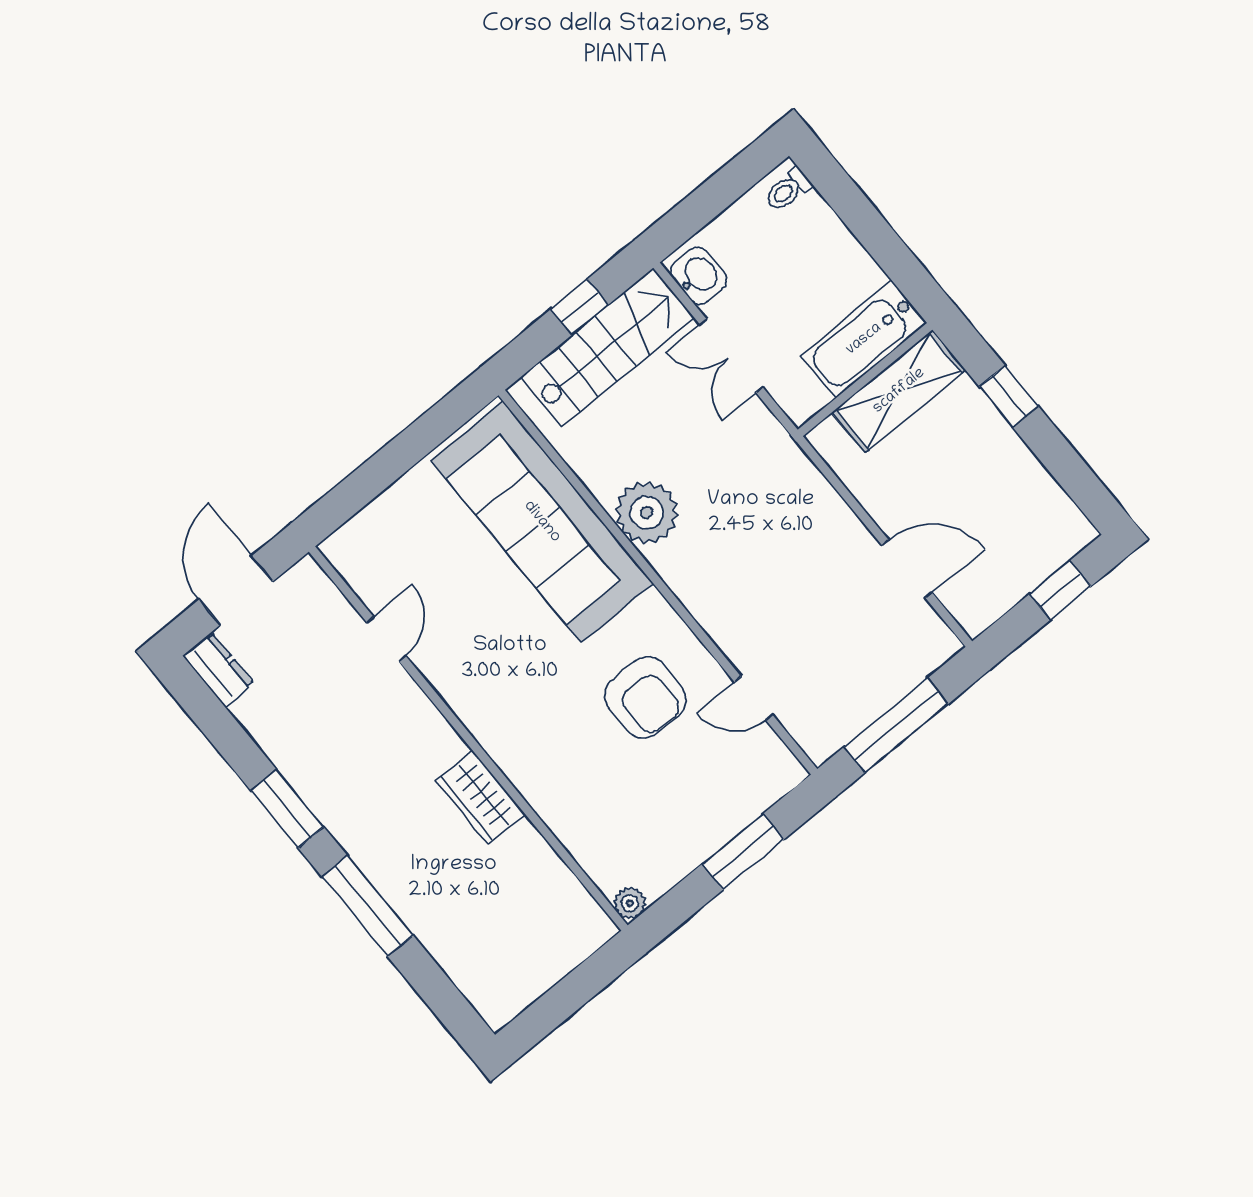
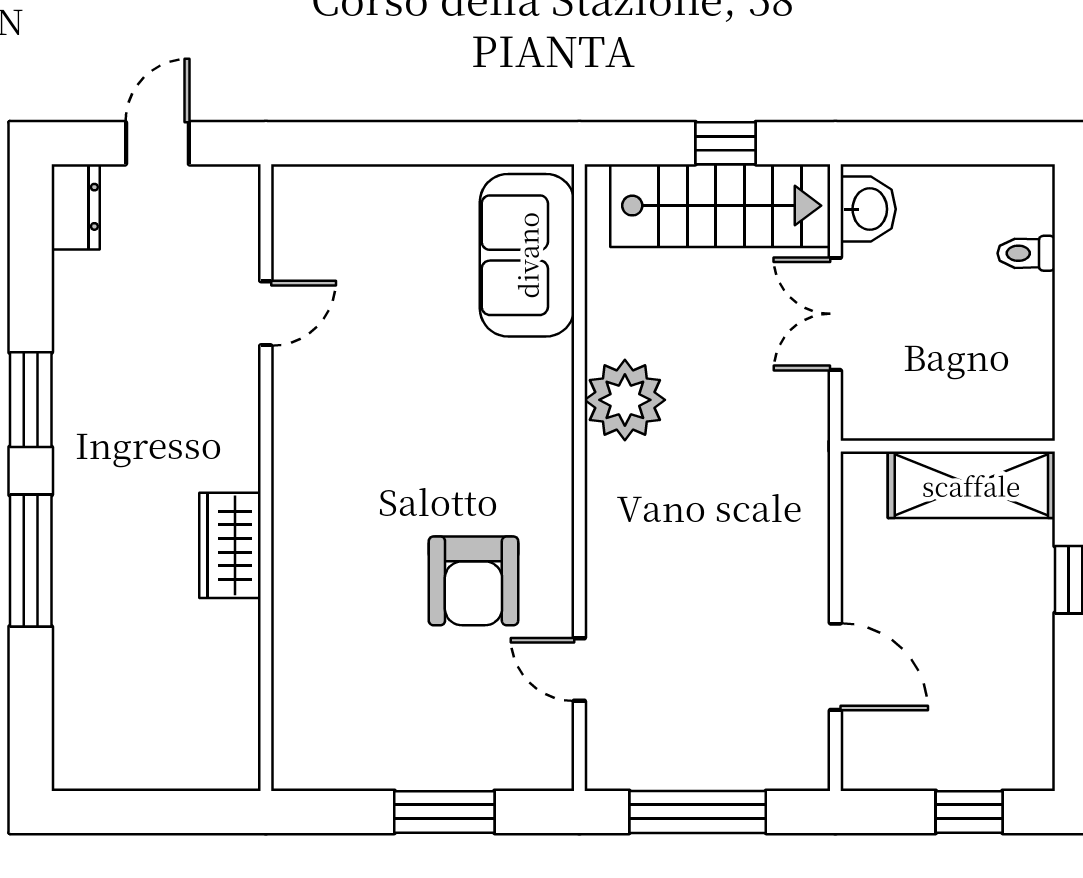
toilet: (788, 190) -> (1026, 253), moved
bathtub: (864, 339) -> (980, 406), removed
sofa: (542, 522) -> (527, 255), width x0.54, depth x0.79
door: (236, 590) -> (157, 143), width x0.73
plant: (630, 903) -> (291, 771), removed

